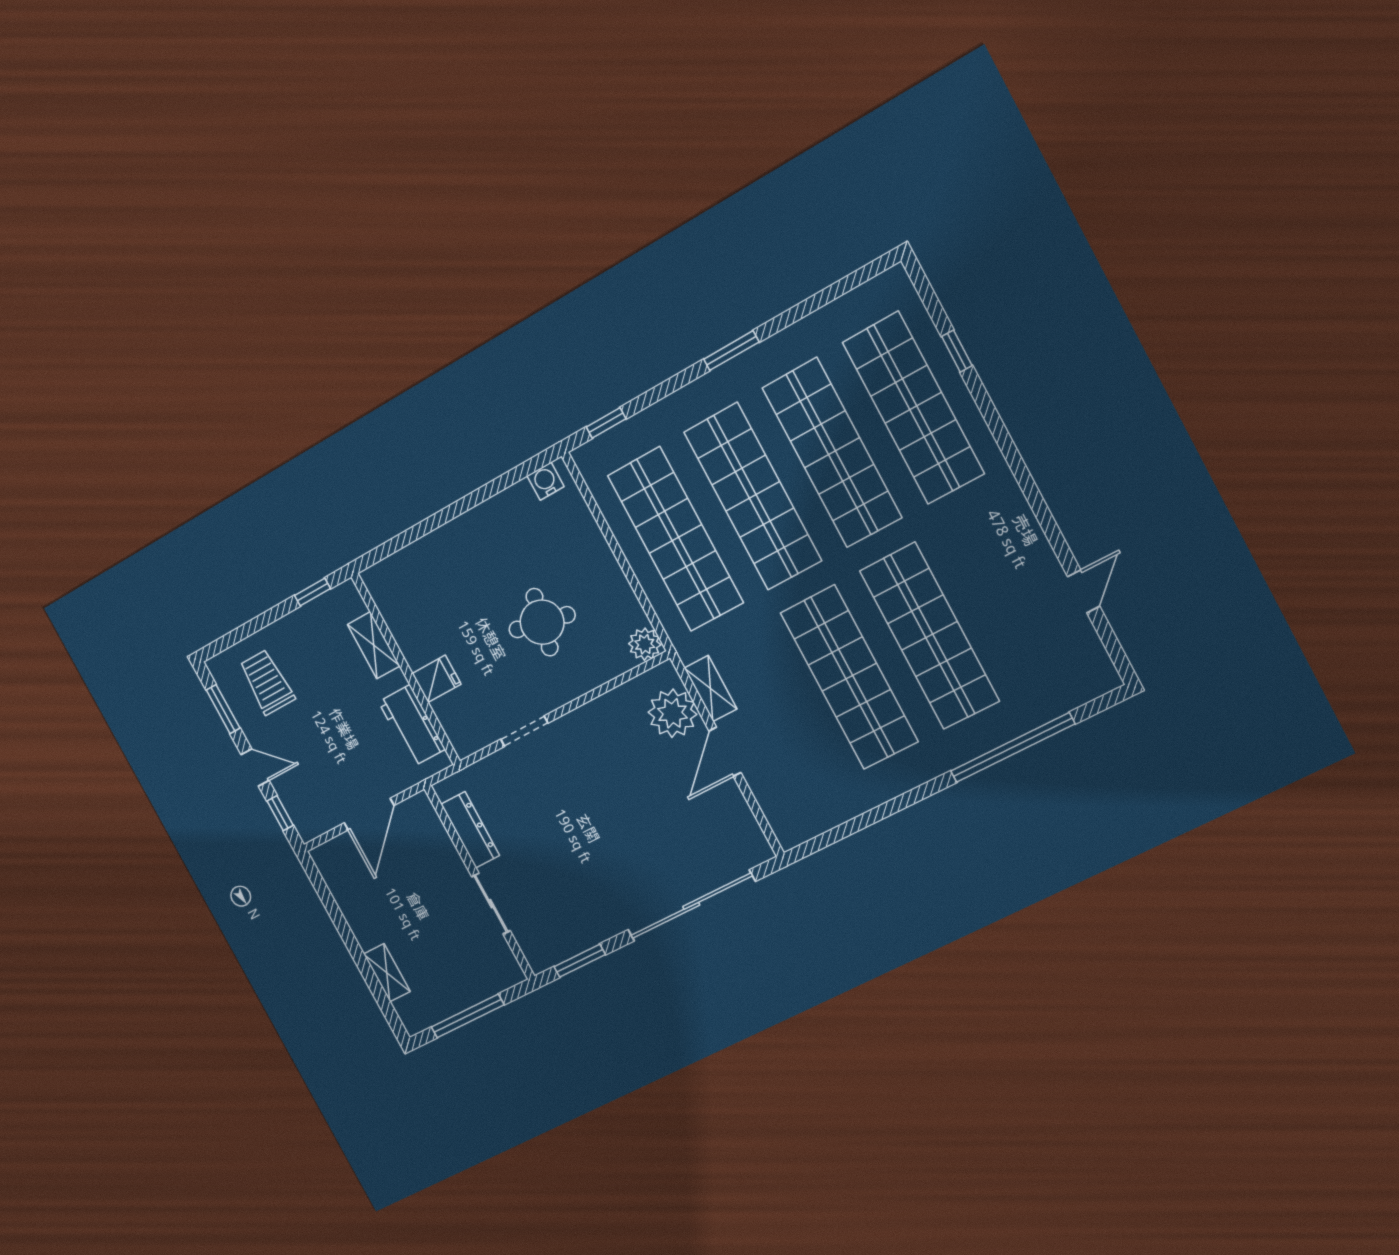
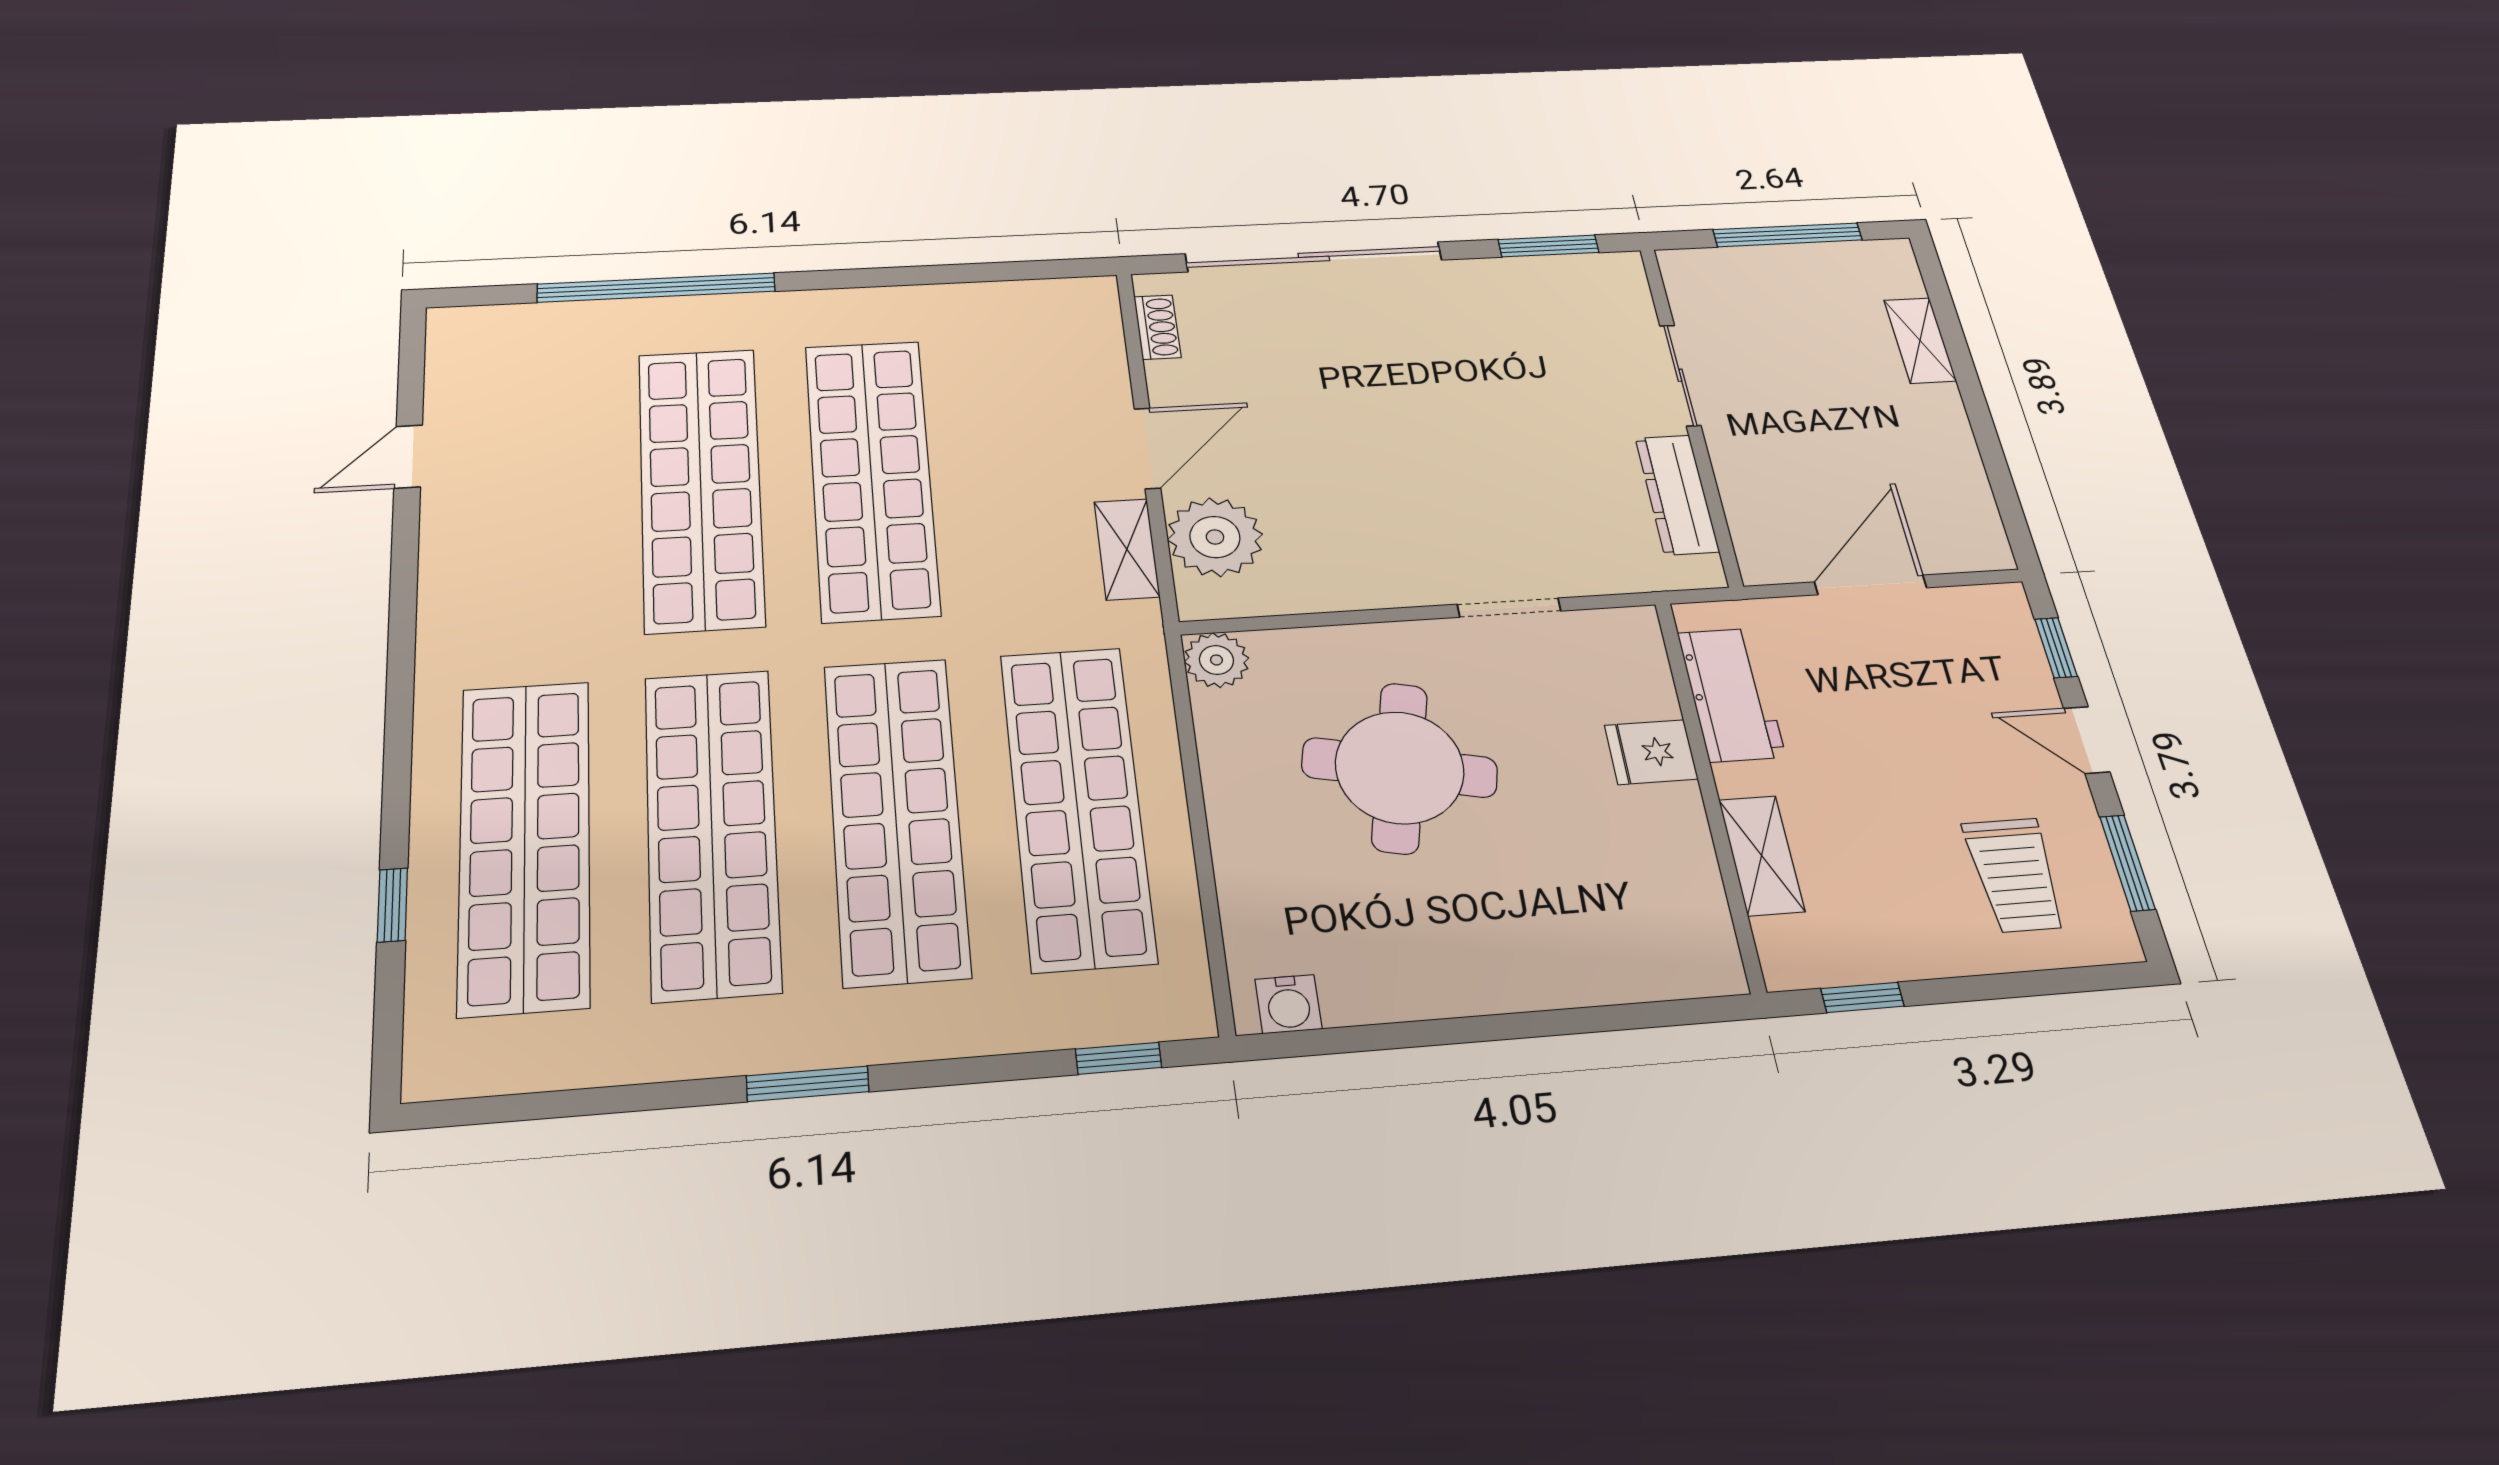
round table: (542, 622) -> (1400, 768), width x1.36, depth x1.36
shoe rack: (750, 828) -> (1157, 327), added

